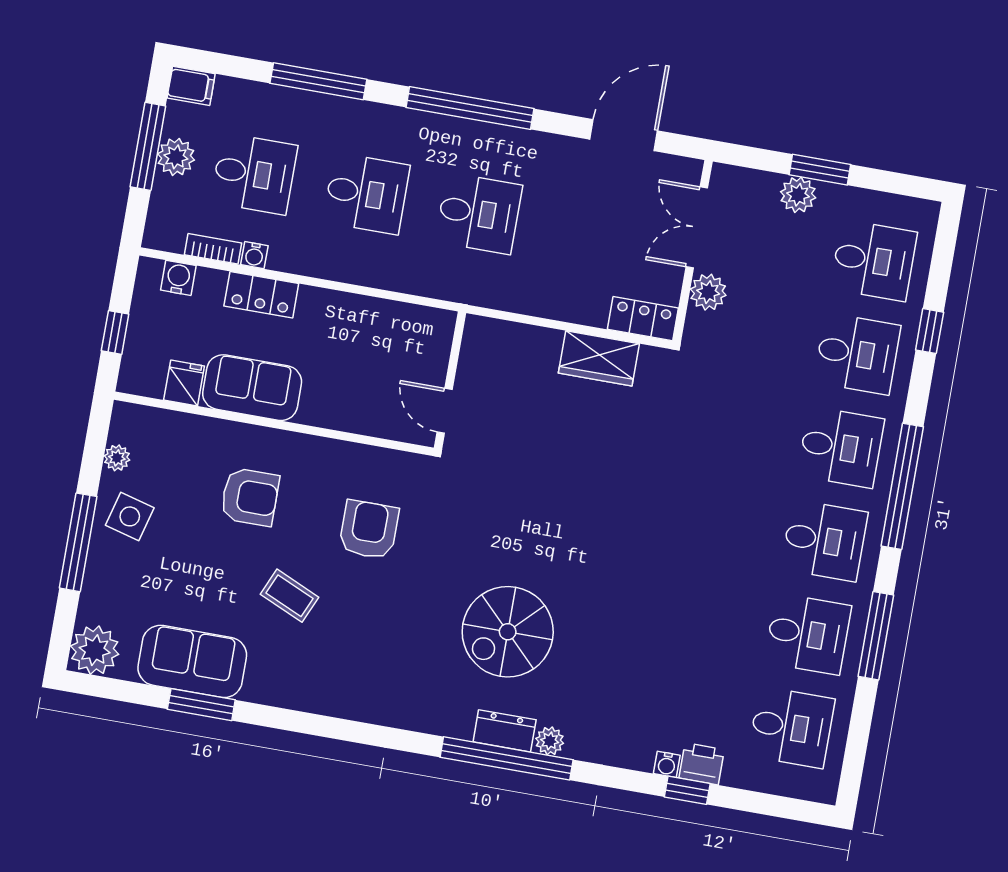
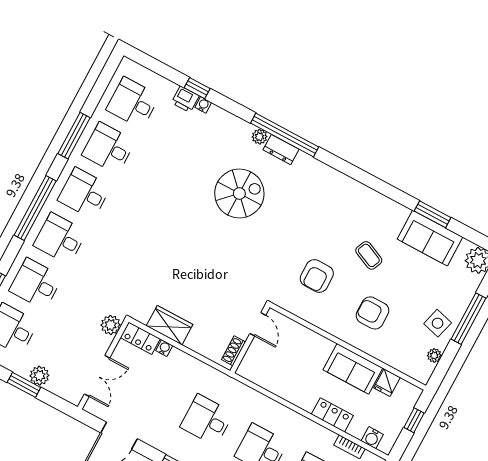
water cooler: (254, 255) -> (164, 348), moved
plant: (708, 292) -> (111, 325), moved
shoe rack: (472, 350) -> (234, 351), added
spiral stairs: (508, 632) -> (239, 193), moved

